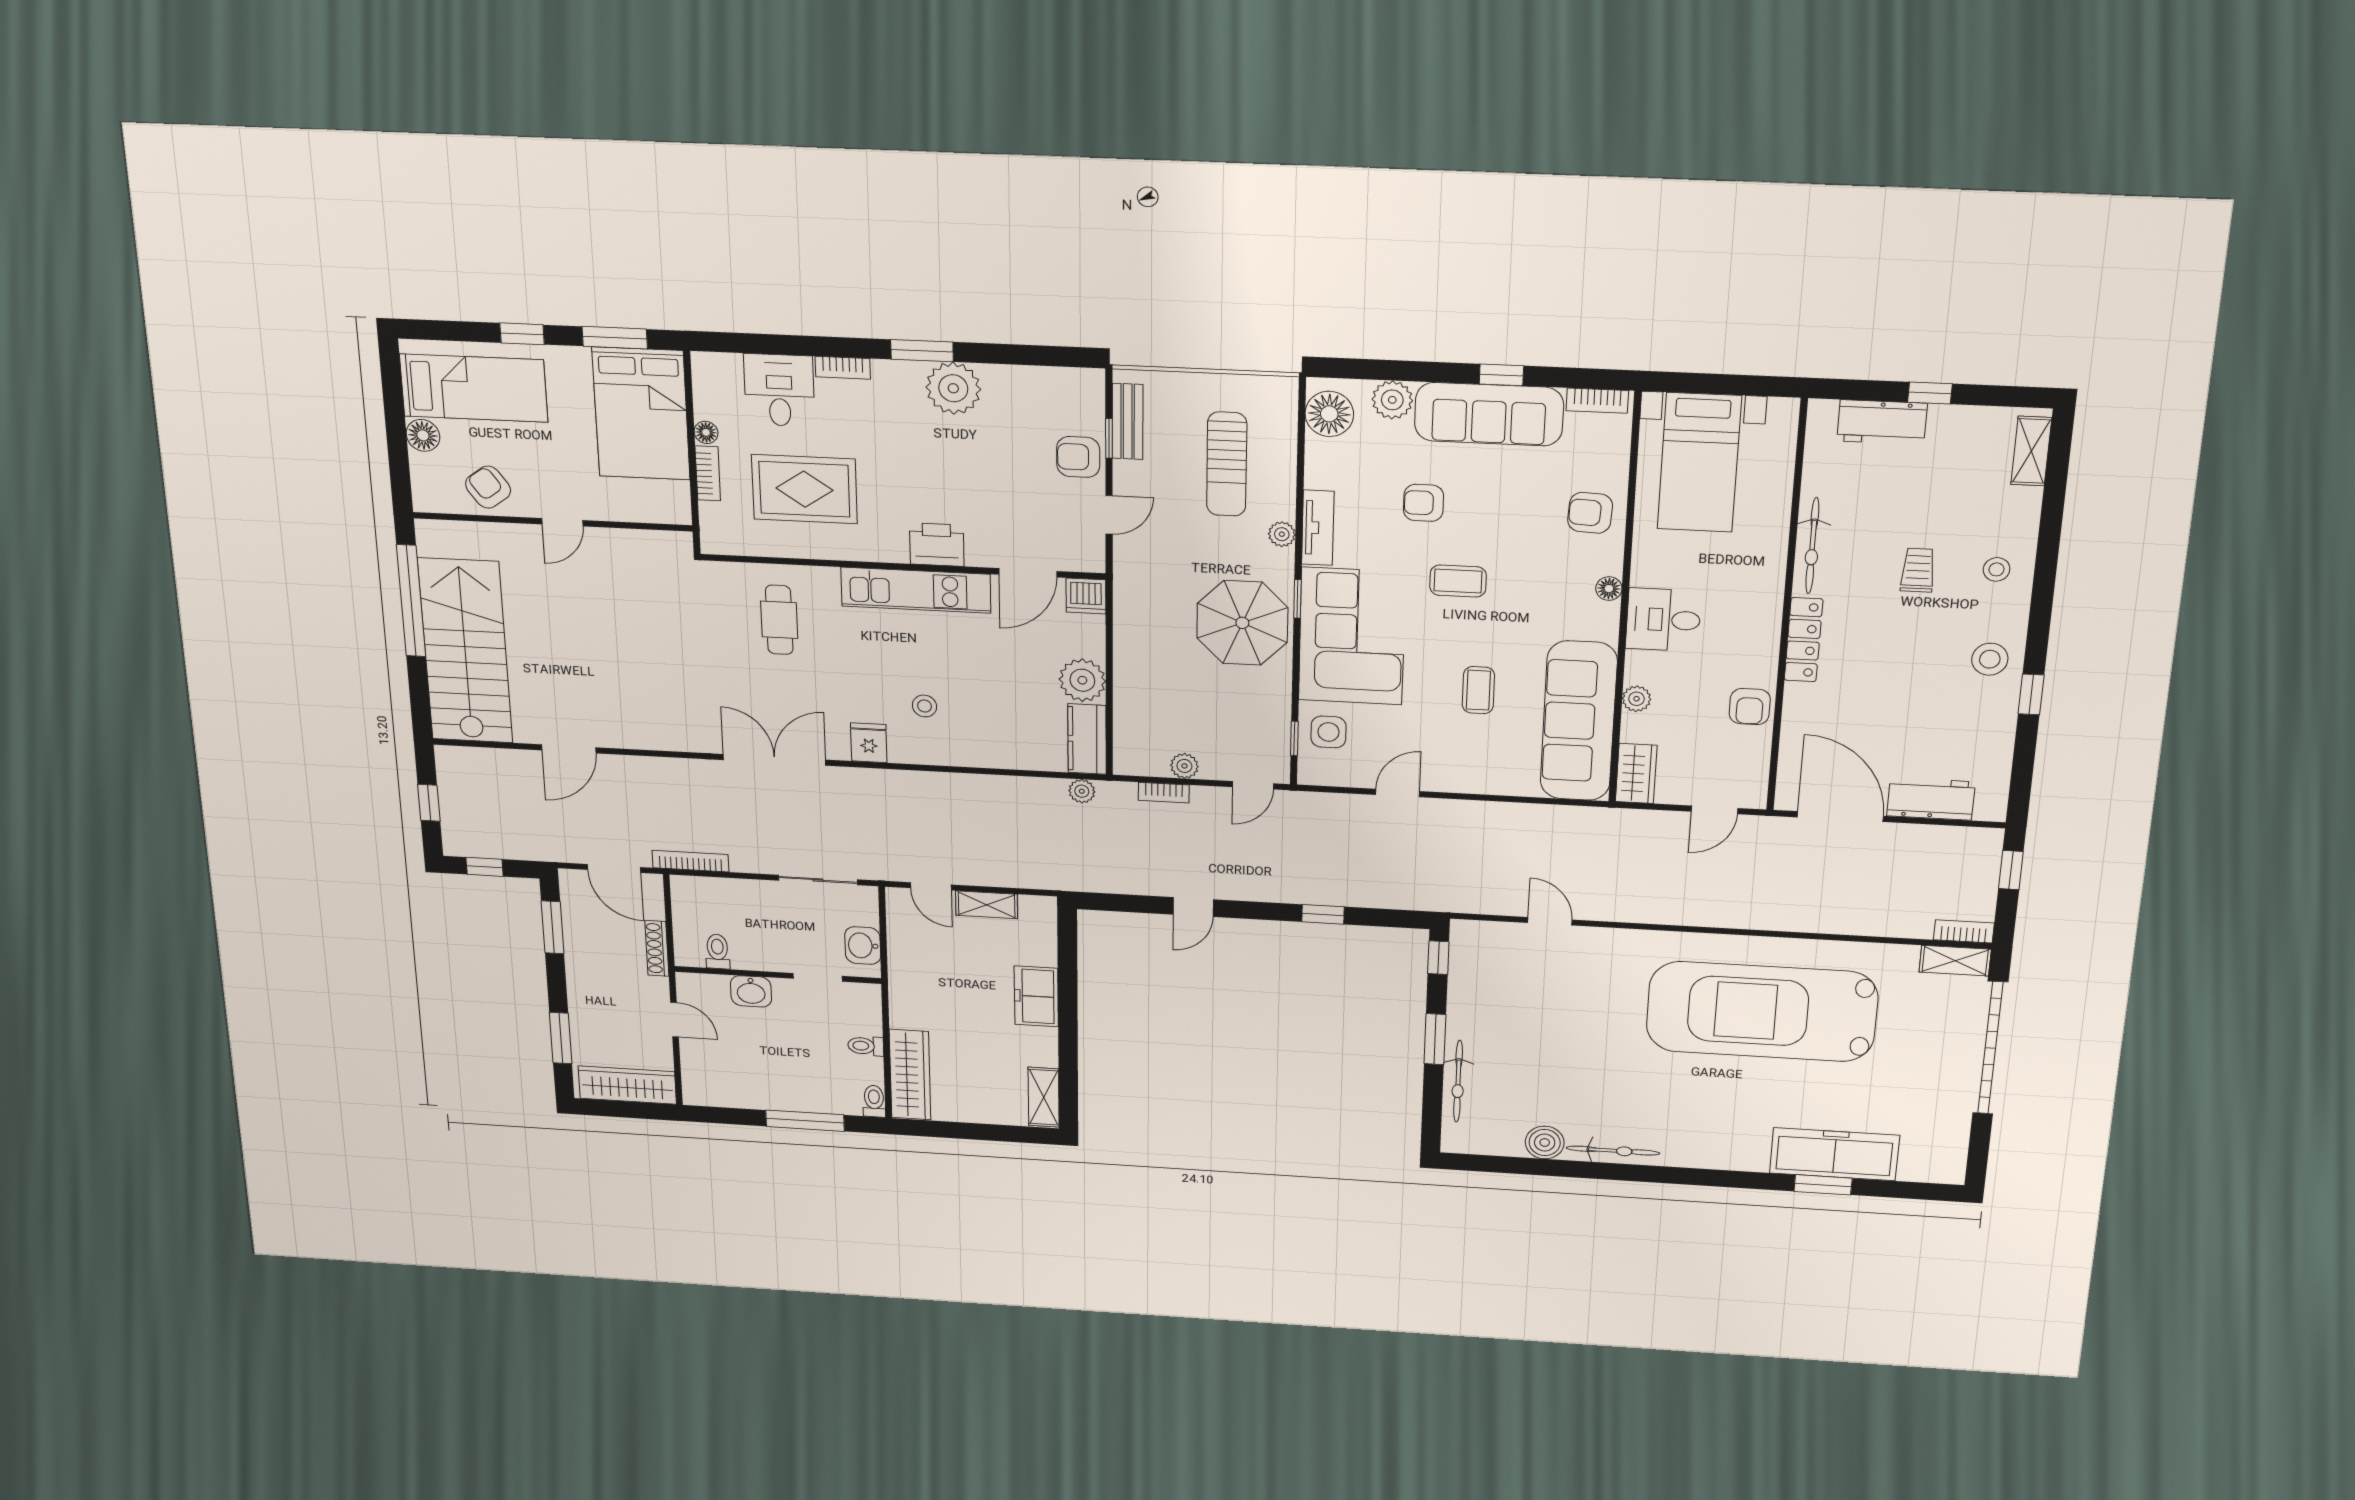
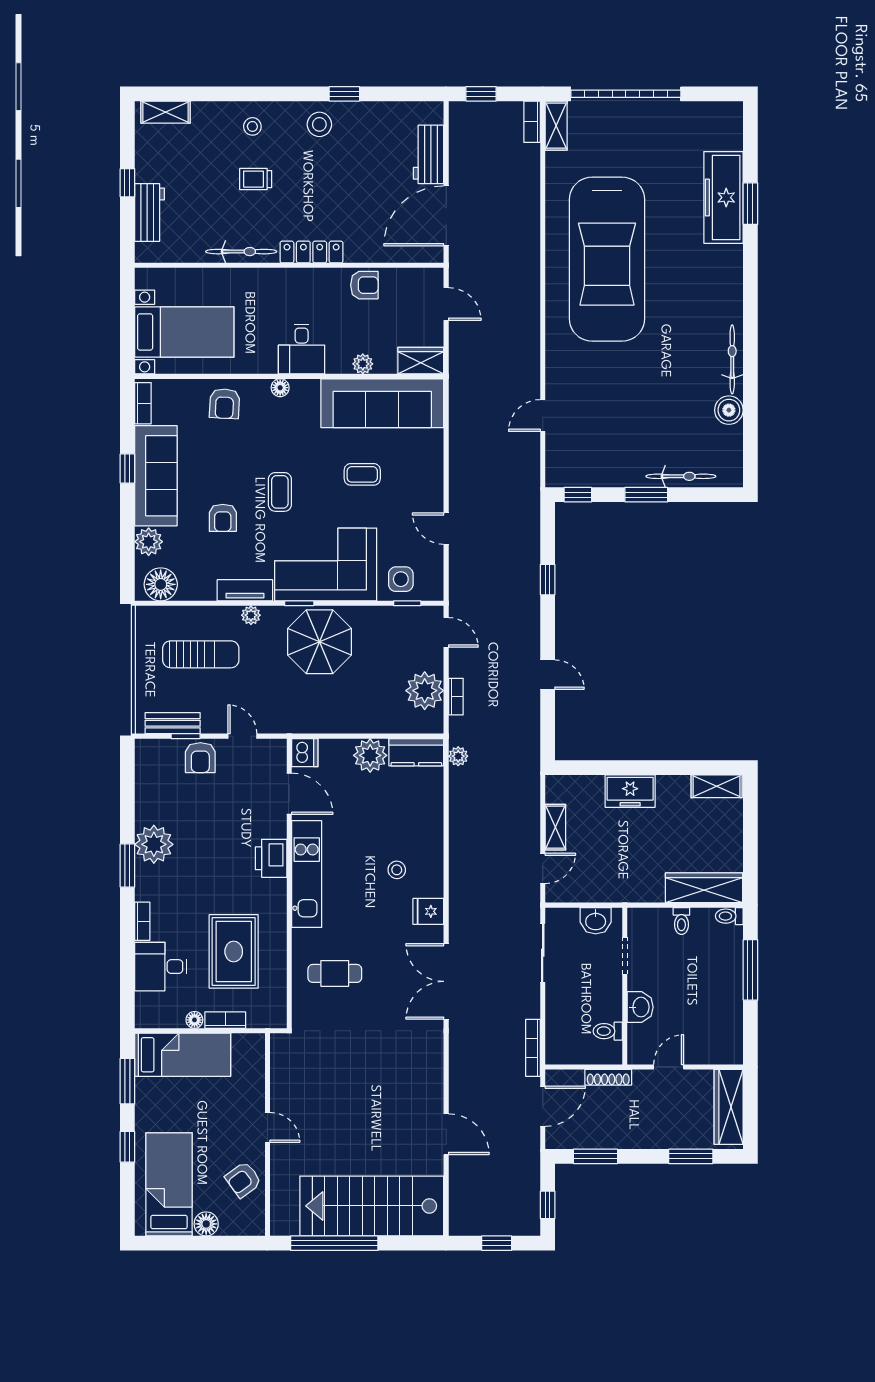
bed: (641, 414) -> (183, 1055), width x0.67
plant: (1184, 766) -> (425, 691), width x1.88, depth x1.88

